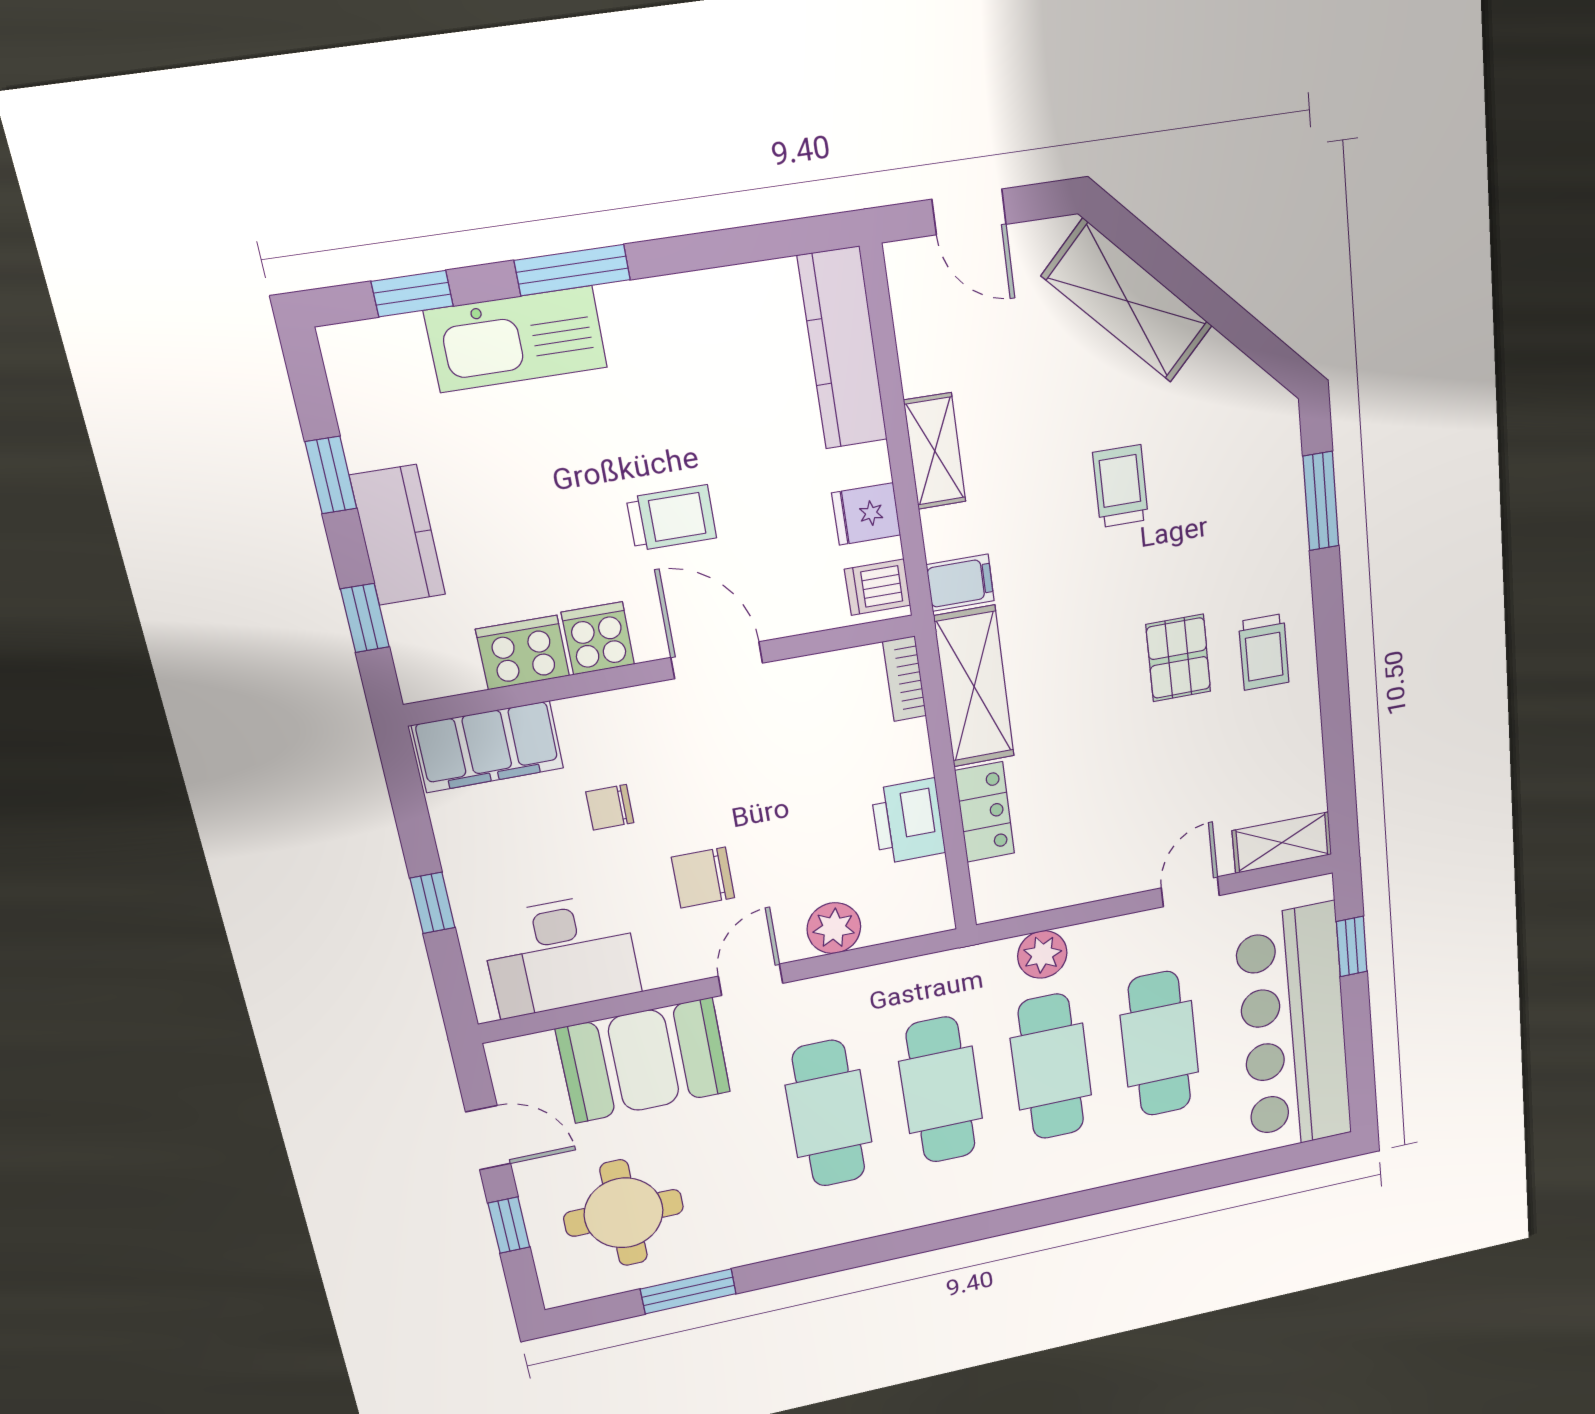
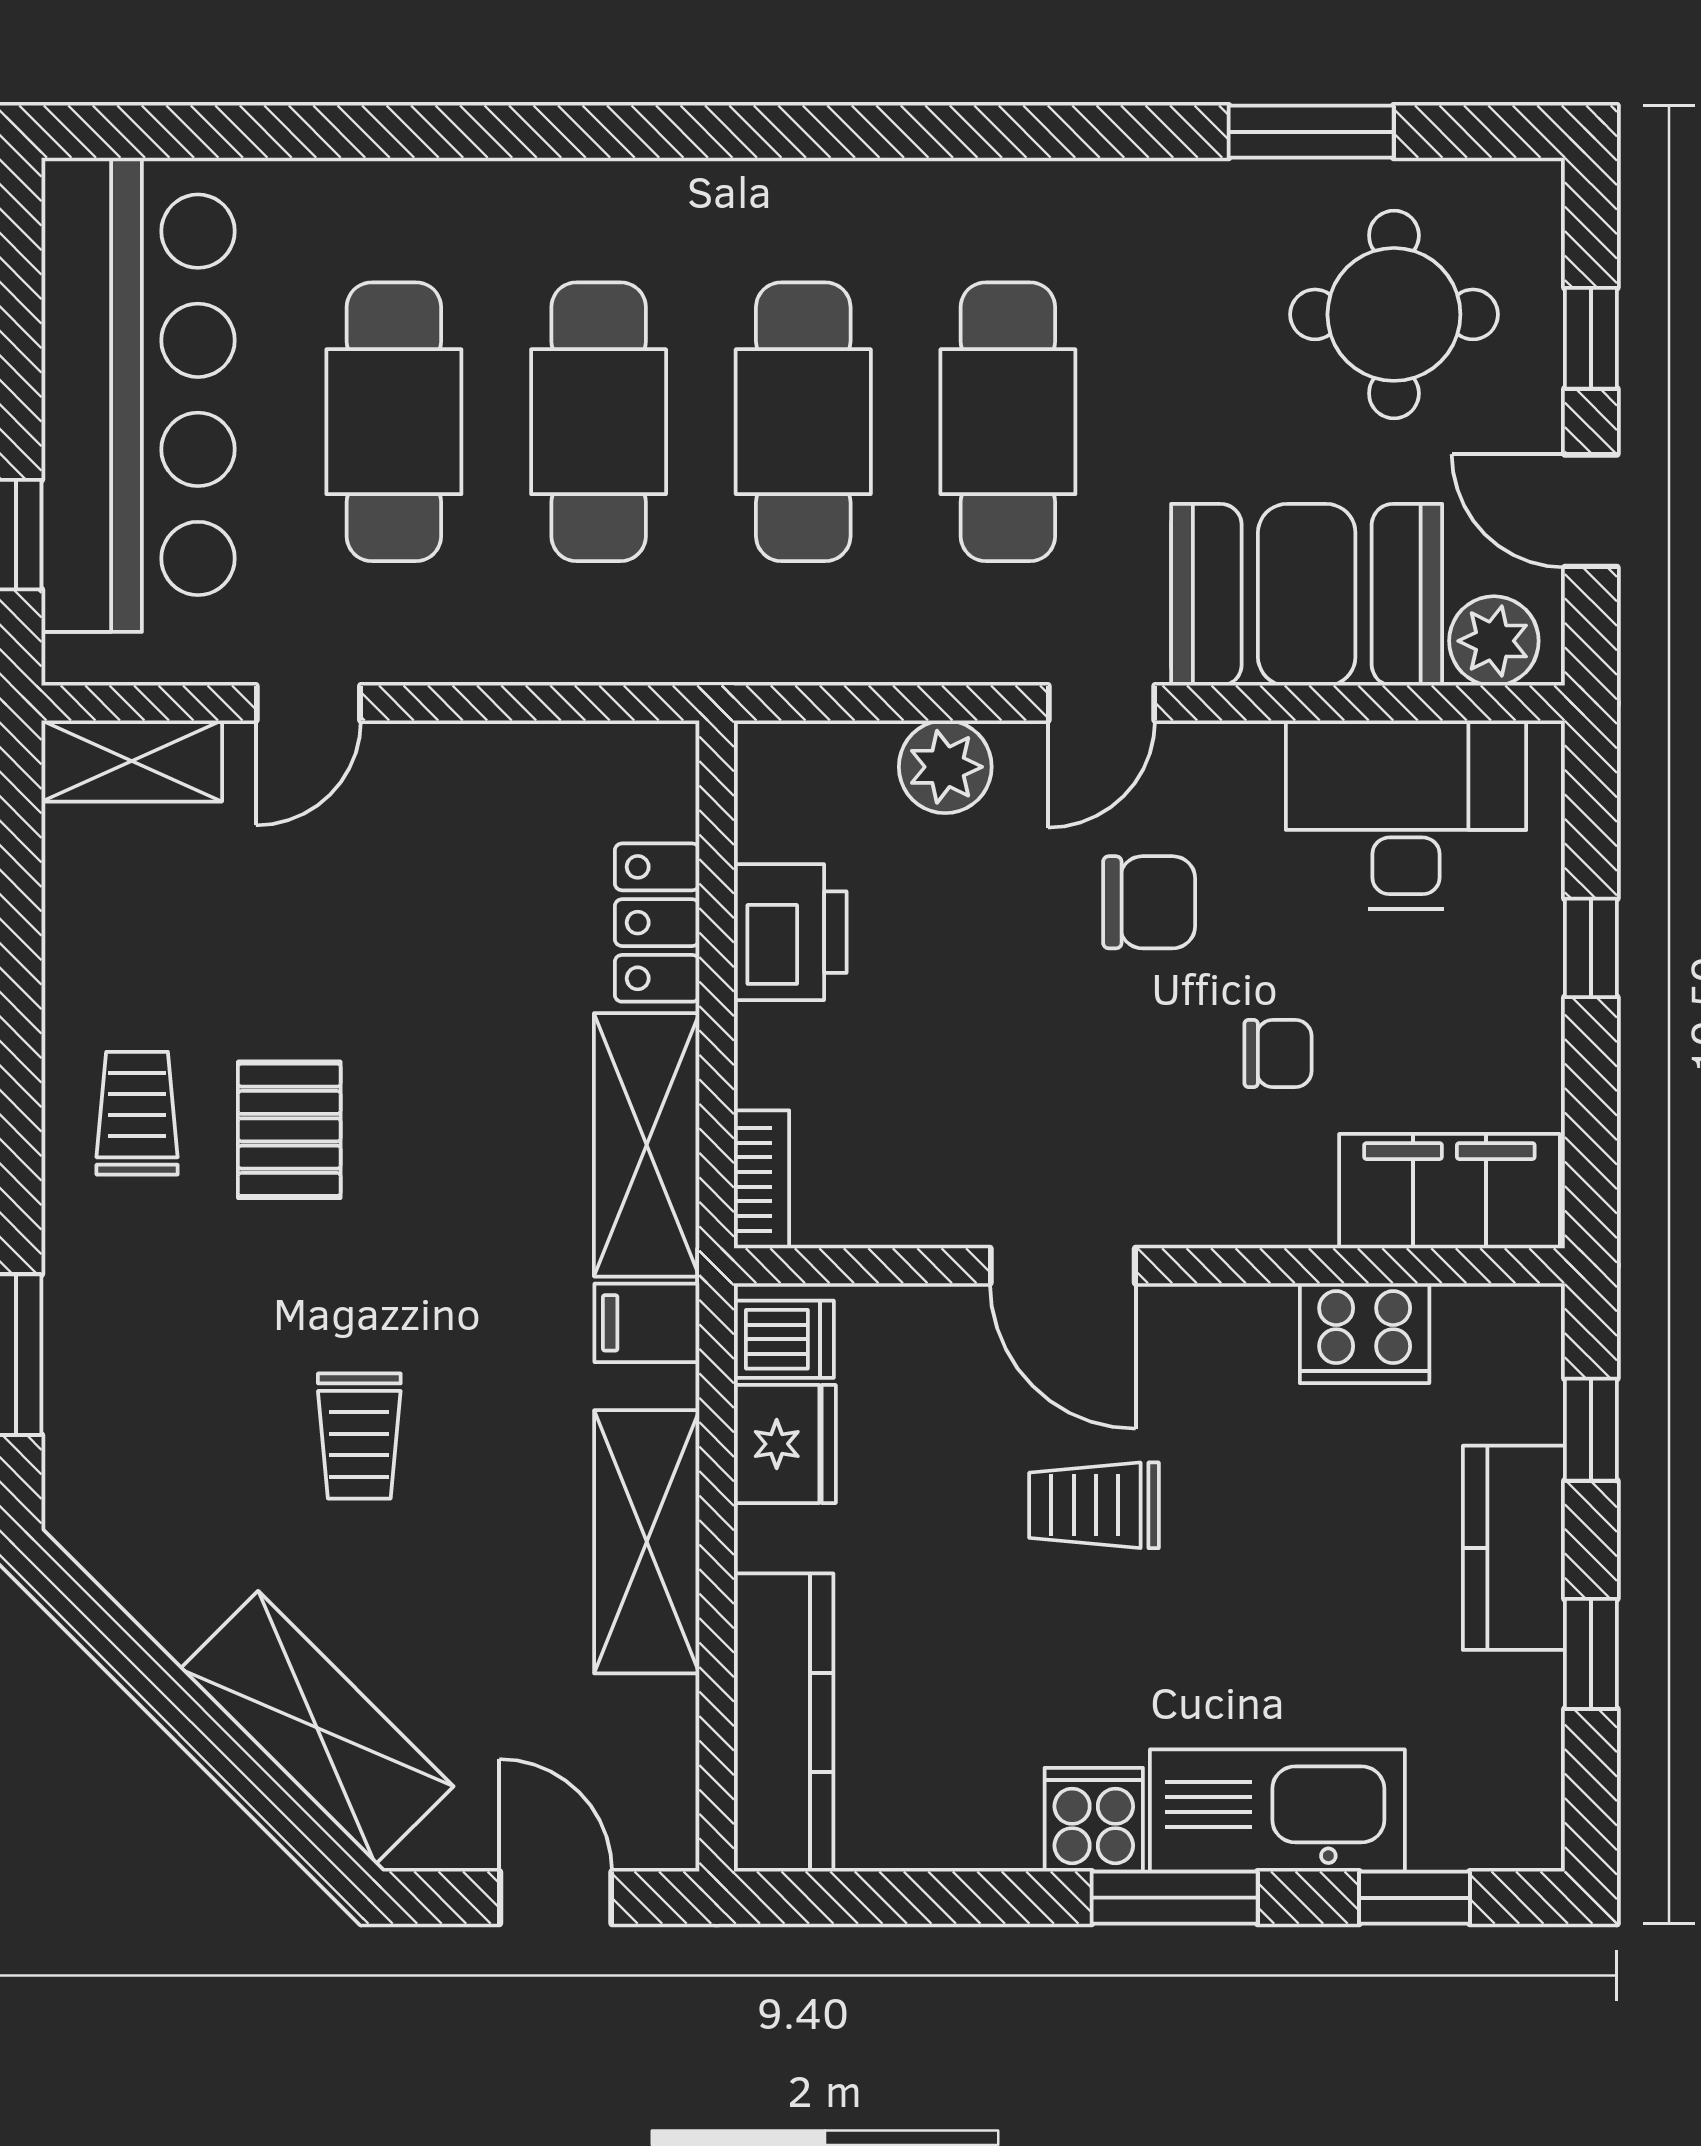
shelving: (935, 451) -> (647, 1542), width x1.50, depth x1.33
fridge: (866, 514) -> (785, 1444), width x1.38
cooker: (598, 638) -> (1094, 1820), moved, turned 180
plant: (1042, 954) -> (1494, 641), moved

